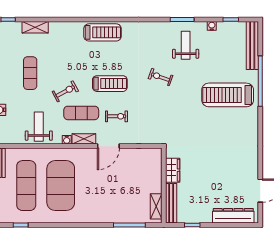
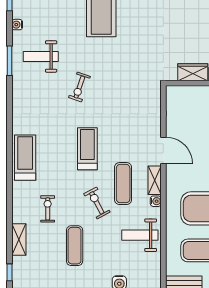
exercise mat: (30, 73) -> (75, 246), turned 90
exercise bike: (116, 116) -> (48, 209), moved

